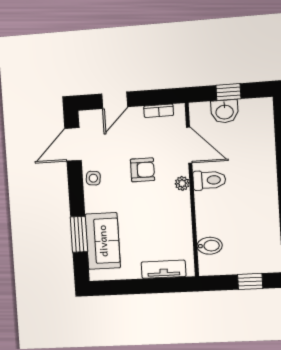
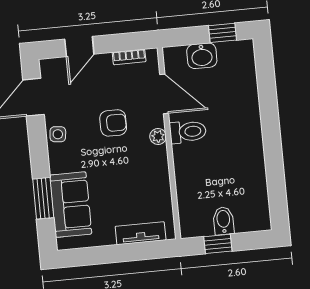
window: (228, 92) -> (222, 33), moved
bidet: (210, 246) -> (223, 221), moved, turned -90
window: (250, 281) -> (218, 244), moved

